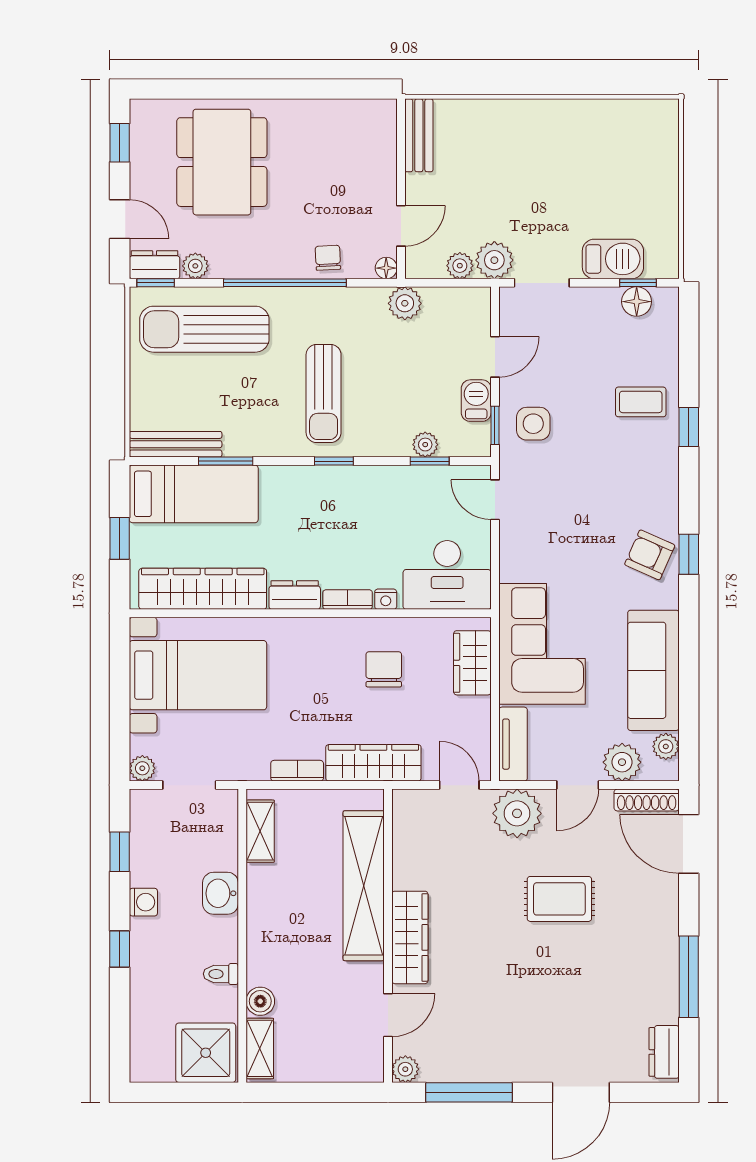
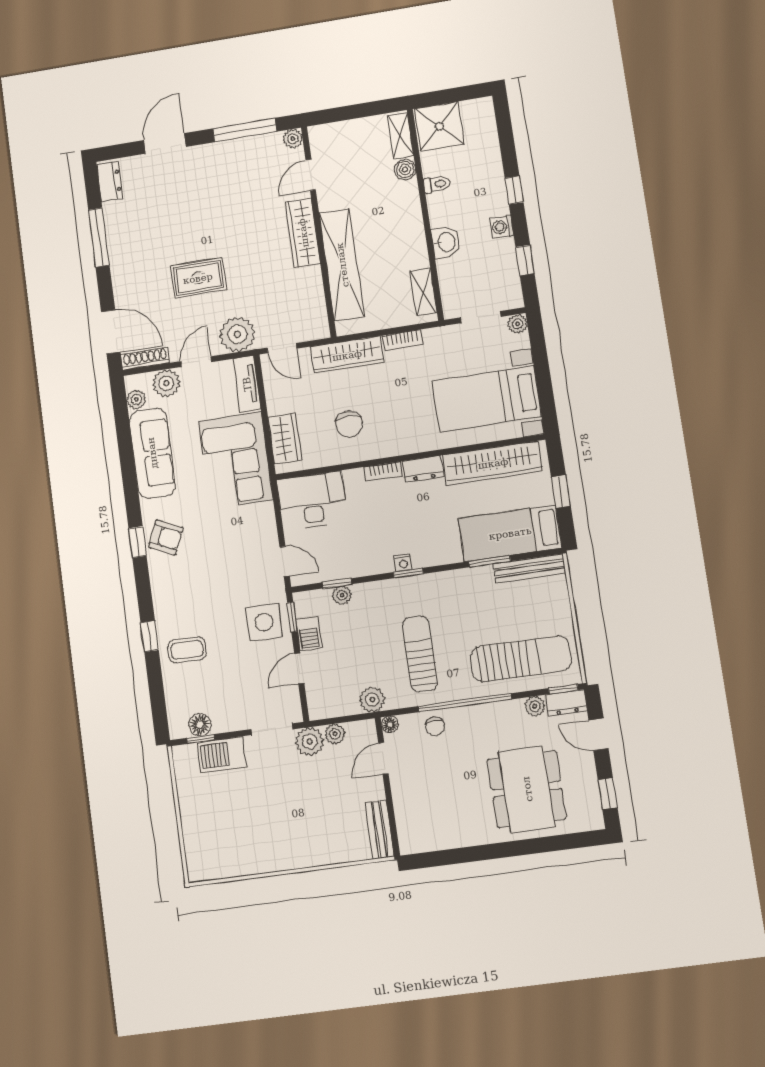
sun lounger: (324, 394) -> (420, 654), moved
side table: (533, 424) -> (264, 622), width x1.37, depth x1.37
nightstand: (386, 599) -> (403, 563), moved, turned 180

